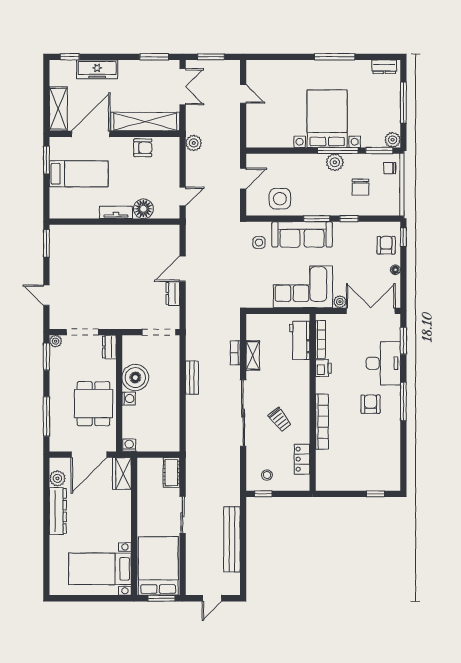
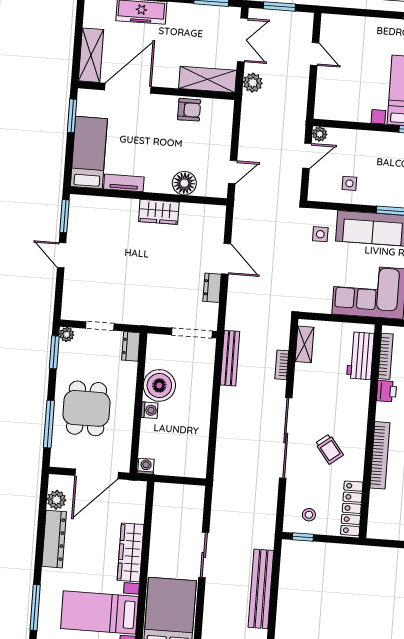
shelving: (145, 122) -> (208, 79), width x0.68
plant: (194, 143) -> (253, 83), moved
plant: (252, 160) -> (320, 134), added
bed: (79, 174) -> (89, 153), moved, turned -90
side table: (280, 199) -> (349, 183), width x0.54, depth x0.54
tv unit: (116, 212) -> (124, 183), moved
wardrobe: (124, 234) -> (159, 212), added
door: (183, 269) -> (226, 259), swing flipped
door: (46, 295) -> (62, 255), moved
doorway: (82, 332) -> (100, 326), width x0.73
shelving: (253, 355) -> (305, 344), moved
bench: (192, 378) -> (230, 358), moved, width x1.36
dining table: (93, 404) -> (87, 408), moved
locker: (302, 459) -> (352, 508), width x1.53
cot: (171, 473) -> (194, 503), removed
wardrobe: (122, 474) -> (131, 552), moved, width x1.50
window: (46, 569) -> (35, 607), added

